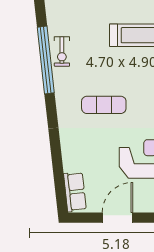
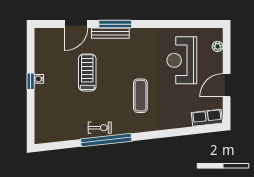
door: (117, 218) -> (227, 85), hinge flipped

